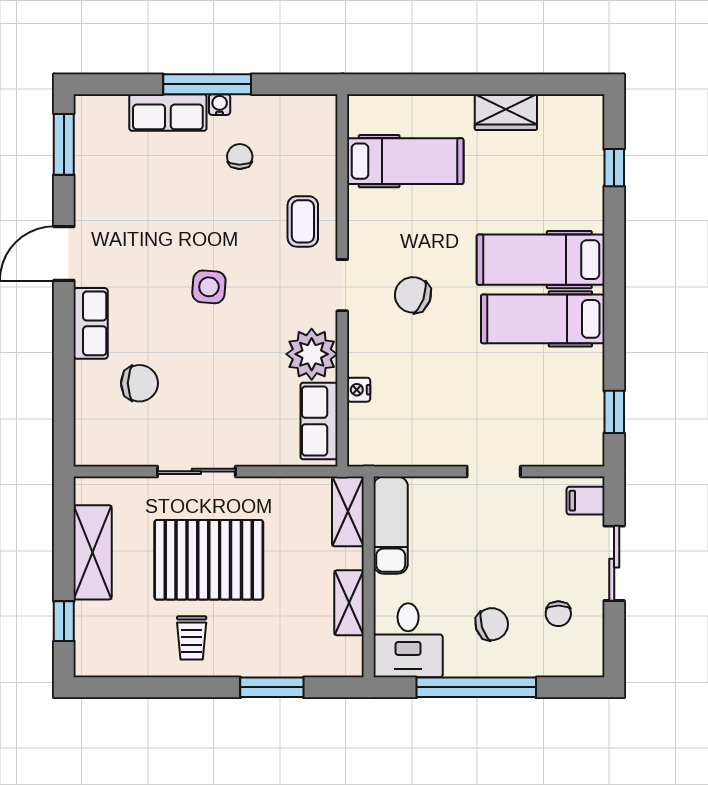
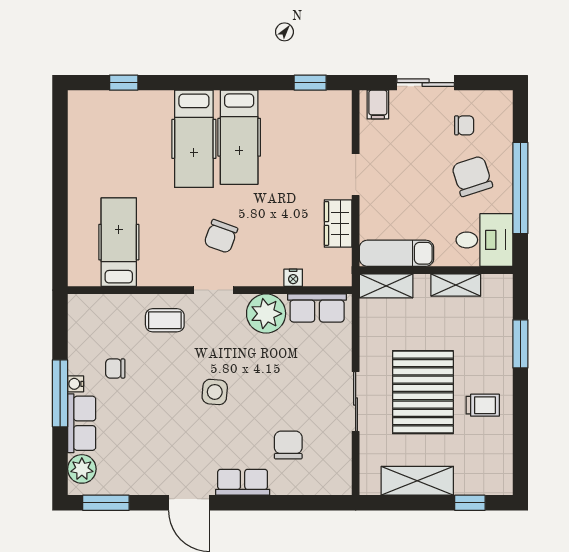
wardrobe: (506, 112) -> (338, 223), moved, turned 180
plant: (108, 113) -> (82, 469), added
chair: (492, 624) -> (472, 176), width x1.37, depth x1.37

